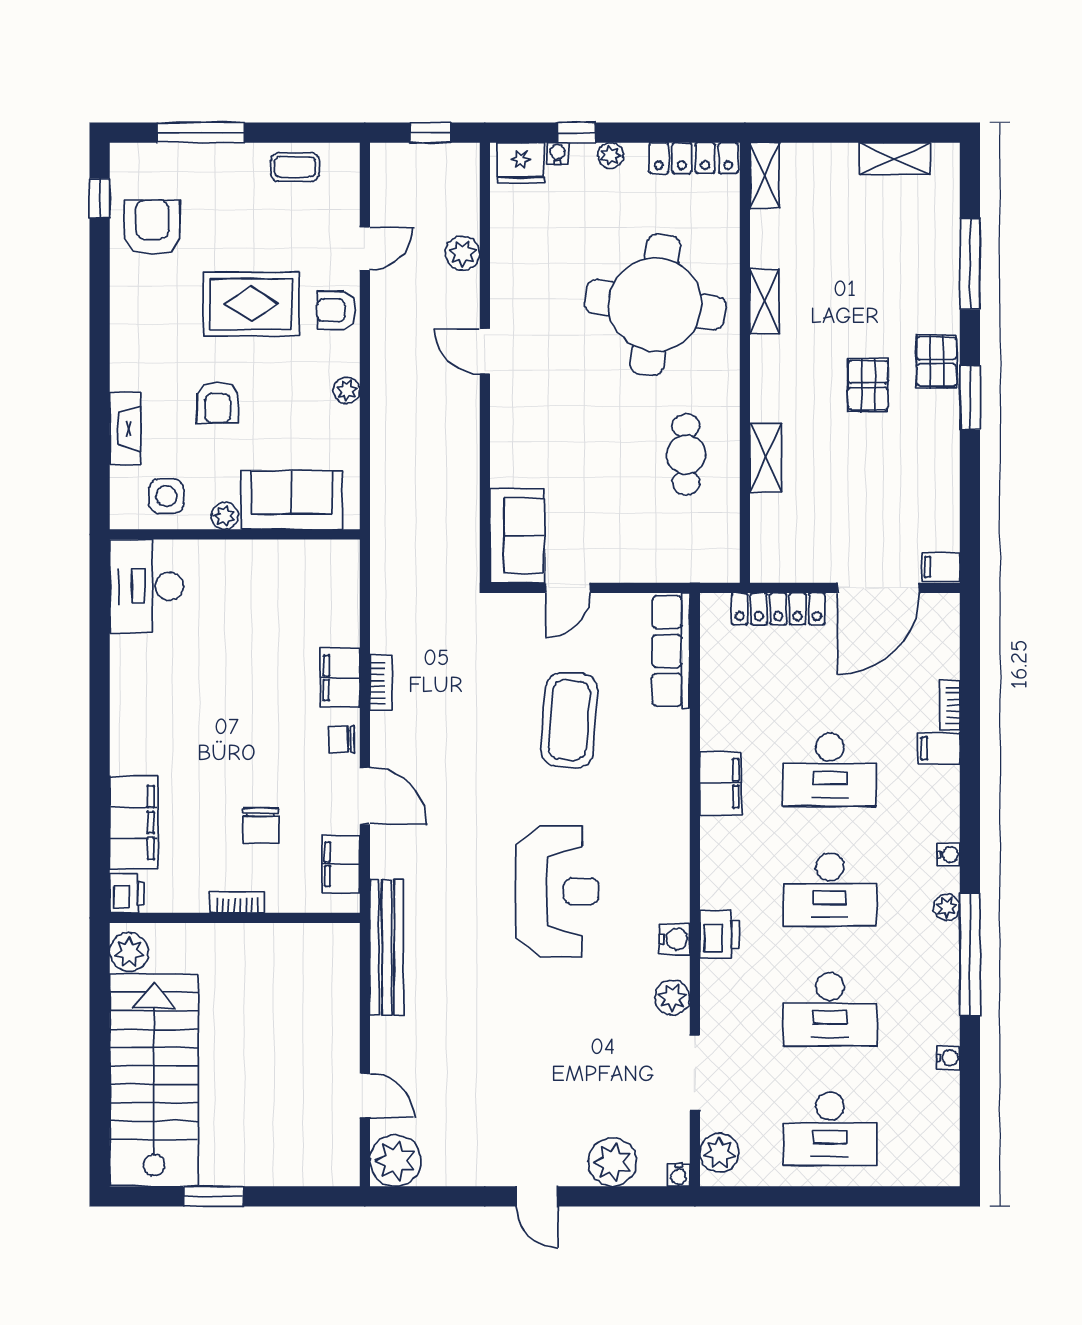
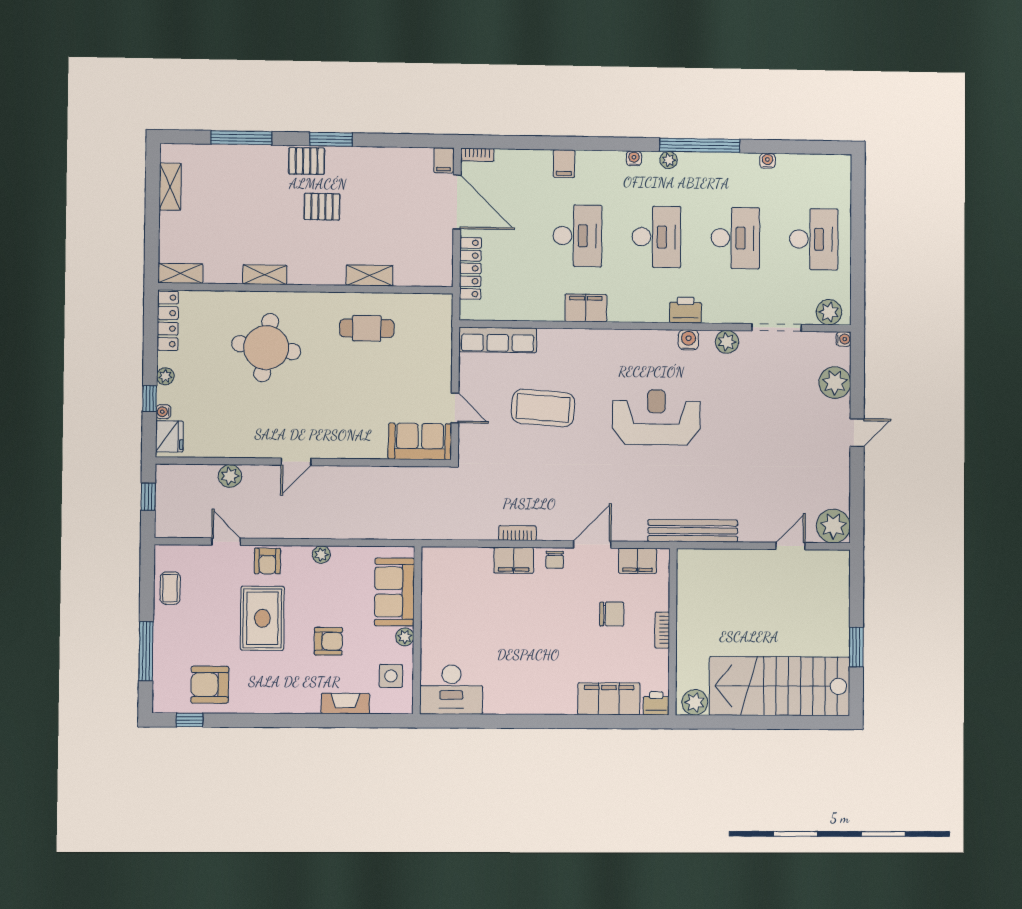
round table: (655, 305) -> (266, 348), width x0.73, depth x0.73
bookcase: (950, 705) -> (477, 155), moved

